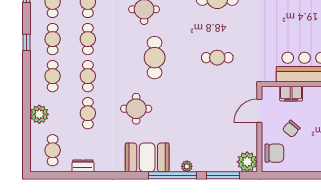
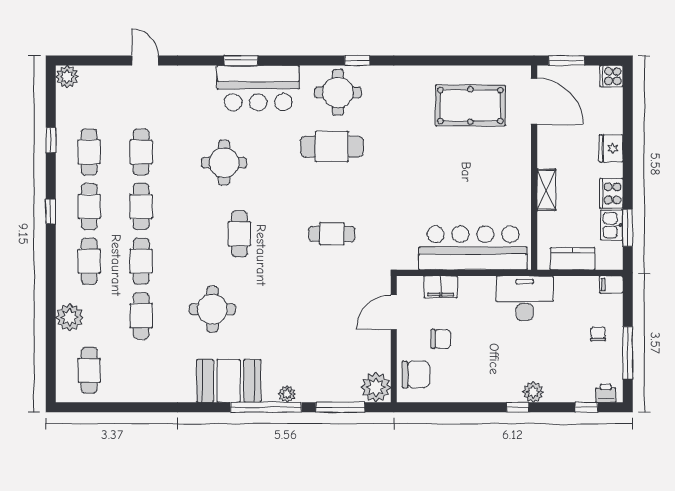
cafe table: (155, 58) -> (239, 234), width x0.73, depth x0.74
chair: (291, 129) -> (441, 339), turned -130
dresser: (83, 166) -> (134, 393), removed

